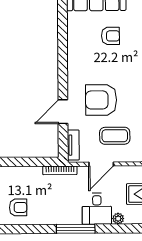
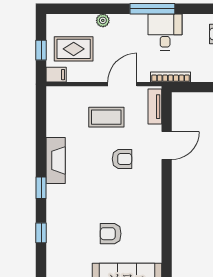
armchair: (101, 100) -> (122, 159), width x0.53, depth x0.53
desk: (97, 209) -> (165, 32), moved

